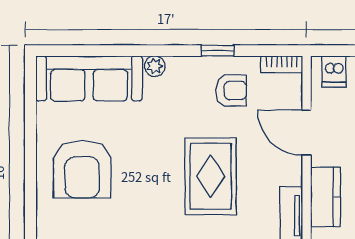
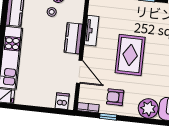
window: (218, 51) -> (108, 117), moved
plant: (155, 66) -> (148, 108), width x1.88, depth x1.88

